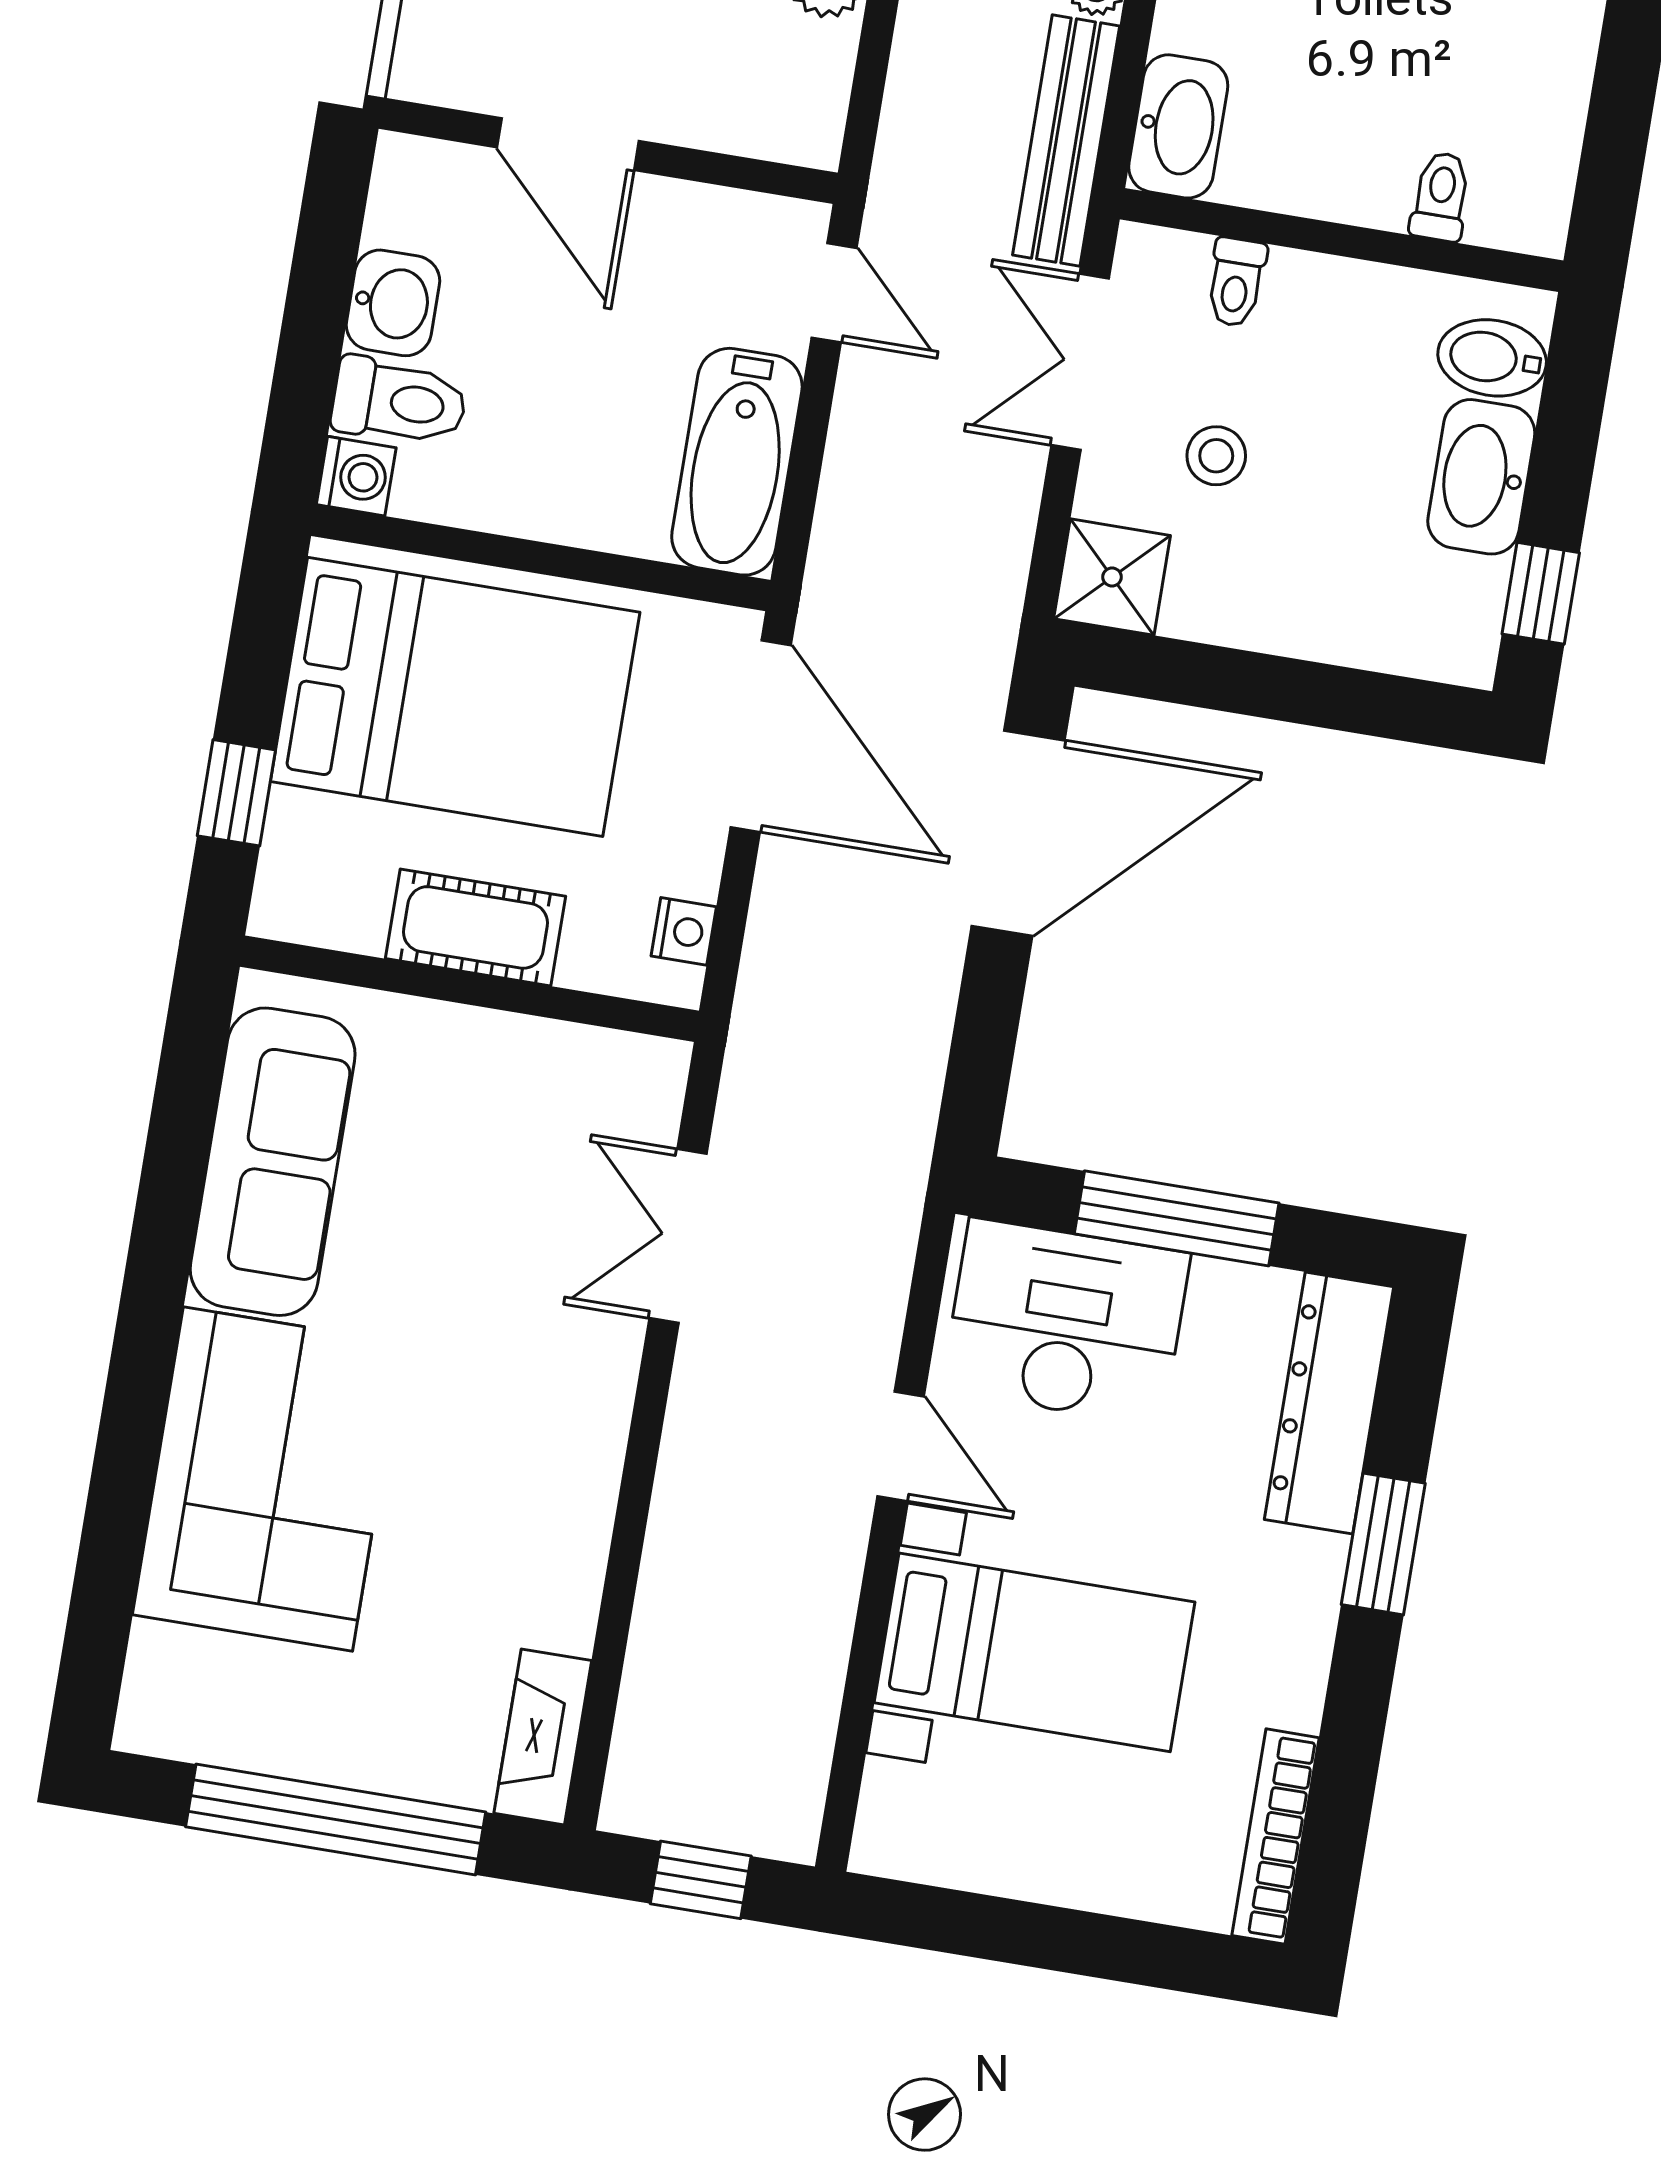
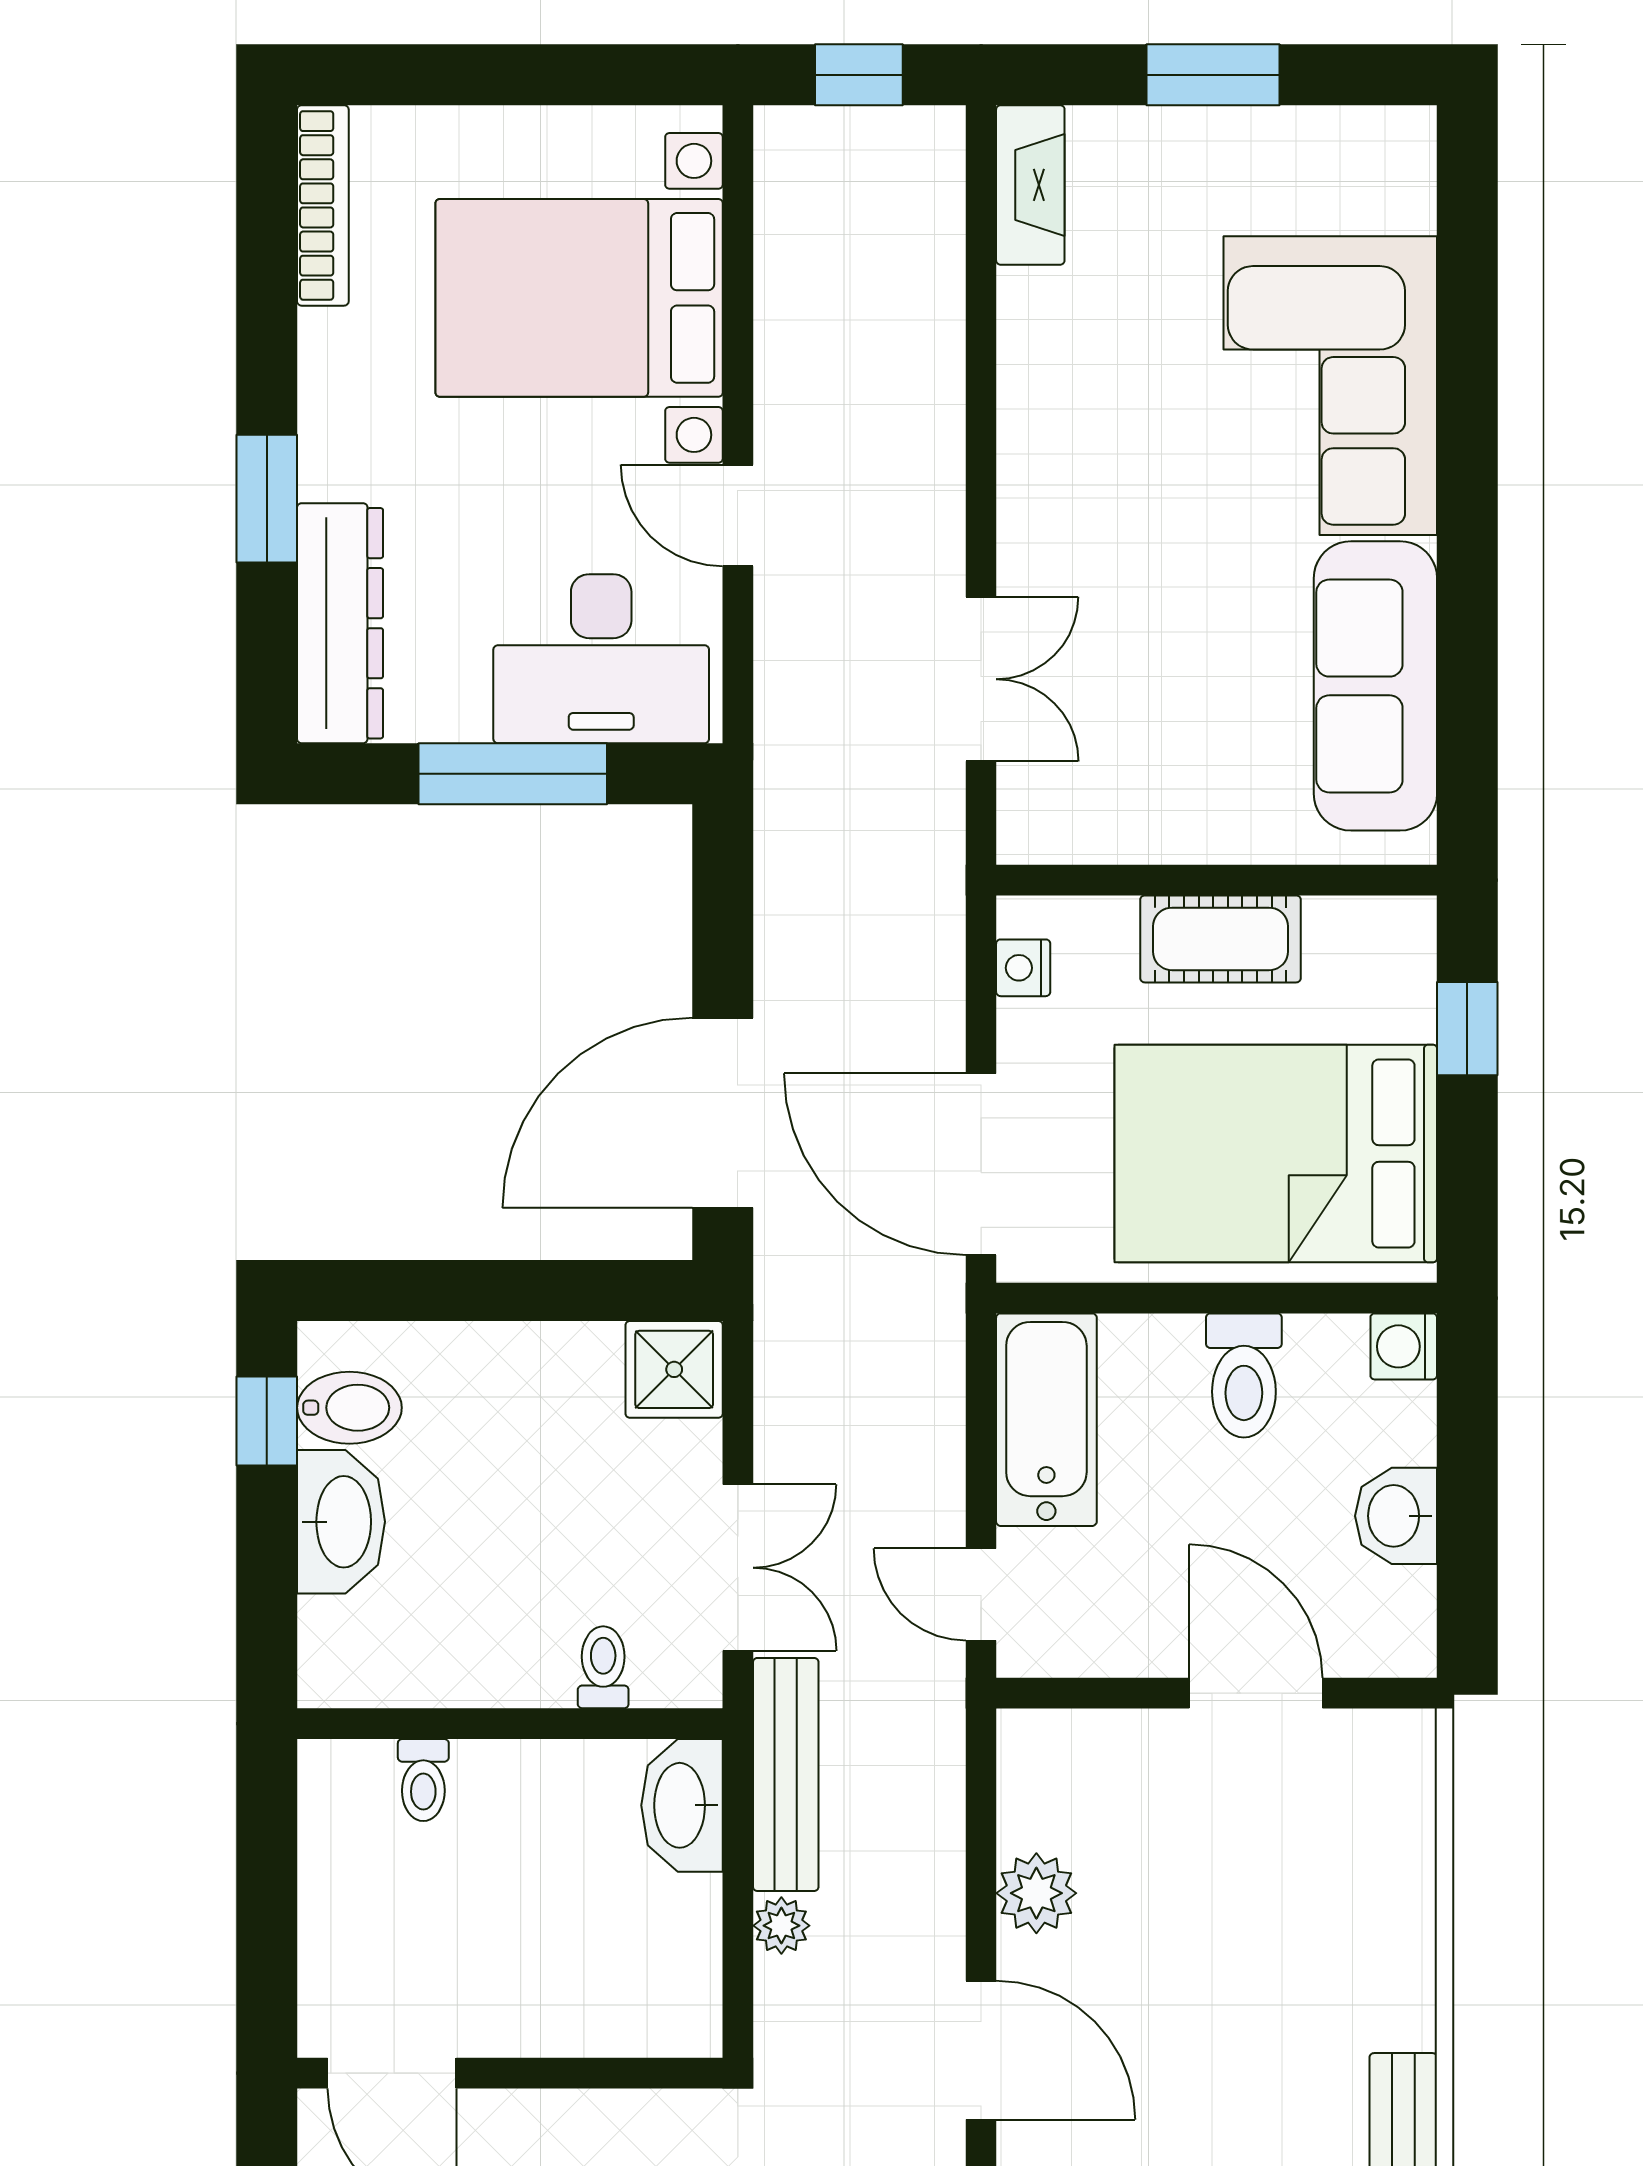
bidet: (1492, 358) -> (349, 1408), moved
toilet: (399, 402) -> (1244, 1375), moved, turned -90
stool: (1216, 456) -> (595, 1500), removed
bed with nightstands: (1035, 1652) -> (579, 298), width x1.36
window: (336, 1819) -> (1213, 75), width x0.47

